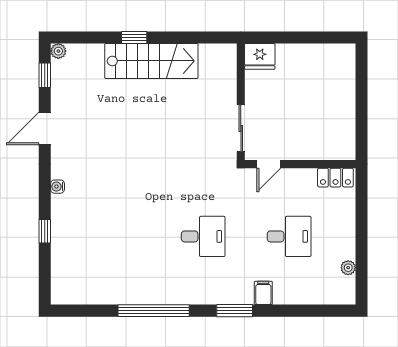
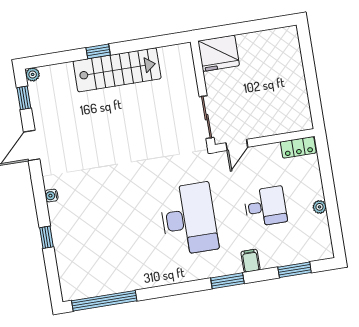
fridge: (260, 56) -> (219, 53), width x1.36, depth x1.34
desk: (203, 236) -> (189, 219), width x1.87, depth x1.30
plant: (348, 268) -> (320, 207), moved
window: (154, 311) -> (104, 301), moved
window: (310, 311) -> (295, 270), added

